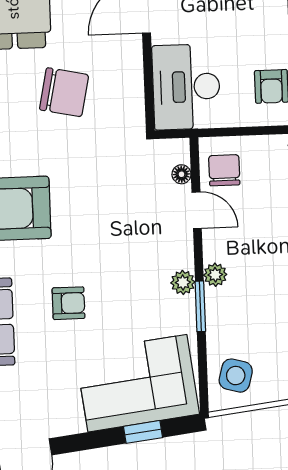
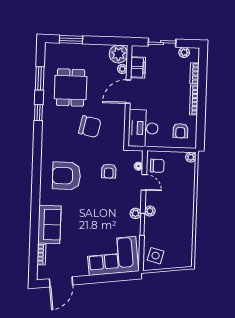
chair: (224, 170) -> (157, 166), turned 90
armchair: (69, 303) -> (109, 171), moved, turned 90
window: (143, 432) -> (113, 277), removed

